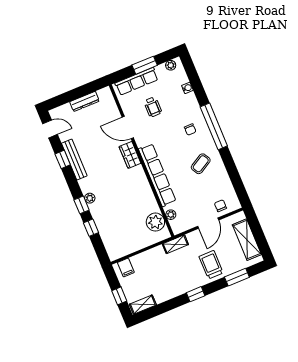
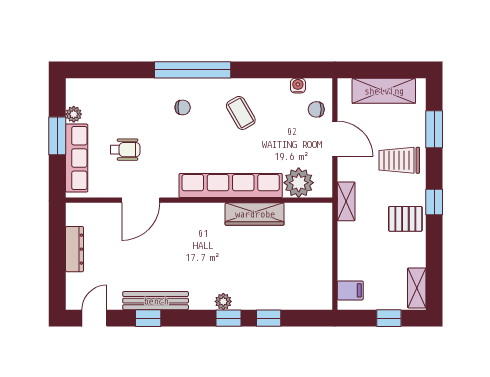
plant: (171, 65) -> (74, 114), moved
water cooler: (187, 88) -> (298, 86), moved
wardrobe: (130, 155) -> (255, 214), moved, width x1.50
plant: (171, 215) -> (299, 183), width x1.88, depth x1.88
plant: (155, 222) -> (300, 218), removed
pallet: (179, 282) -> (405, 219), added

